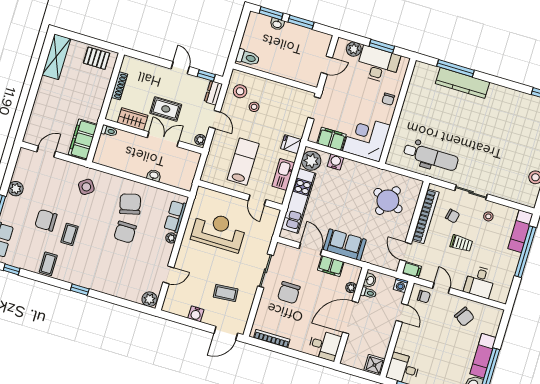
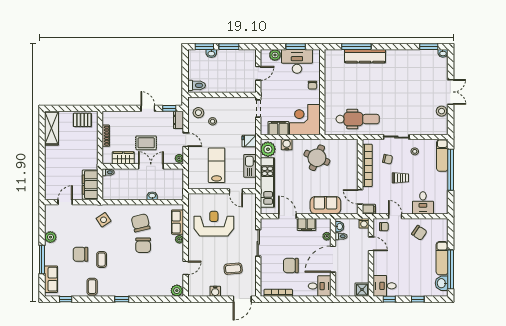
round table: (388, 201) -> (317, 158), moved
sofa: (345, 245) -> (325, 205), moved
chair: (289, 293) -> (291, 266), moved, turned 90

